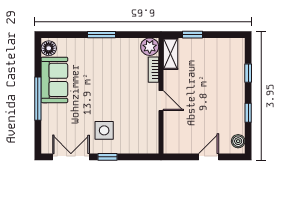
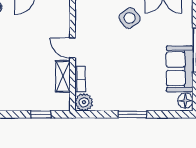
shelving: (171, 54) -> (63, 76), moved
side table: (104, 130) -> (130, 18), turned -37

